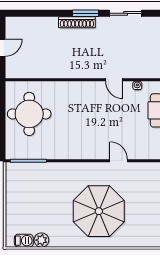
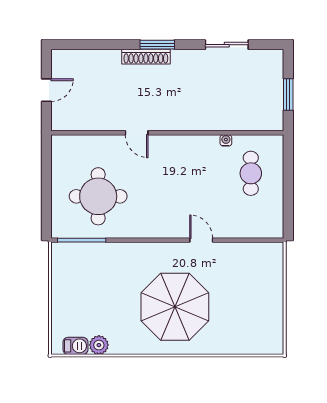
sliding door: (126, 13) -> (227, 45), moved
door: (114, 80) -> (137, 133), moved
round table: (29, 114) -> (98, 196), moved

